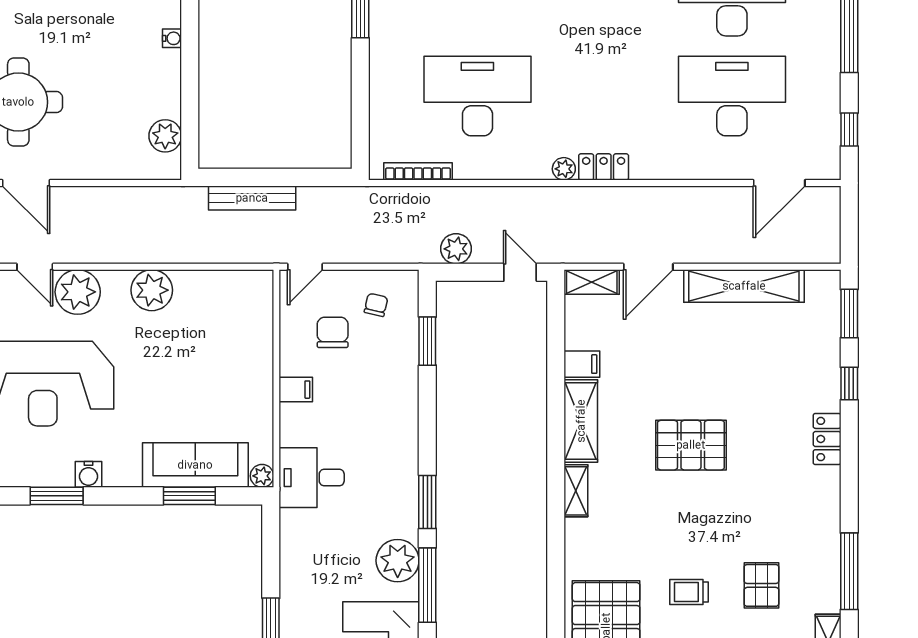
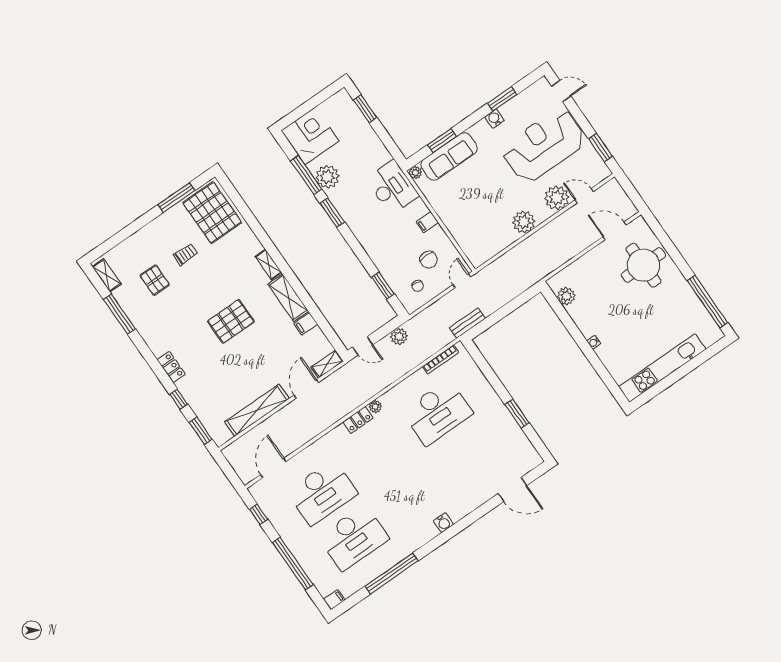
bench: (252, 198) -> (467, 323), moved, width x0.73
desk: (312, 478) -> (392, 187), width x1.37

